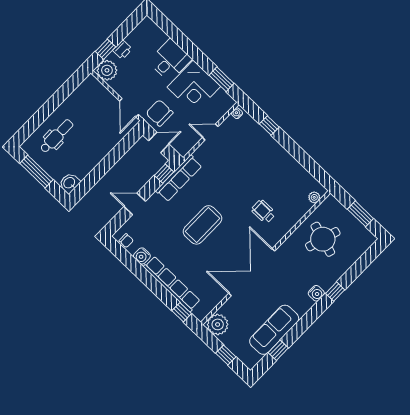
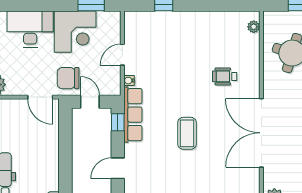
desk: (170, 60) -> (30, 29), width x1.37
water cooler: (237, 113) -> (129, 81), moved
door: (159, 142) -> (90, 102), hinge flipped
coffee table: (203, 225) -> (187, 133), width x0.73, depth x0.76

